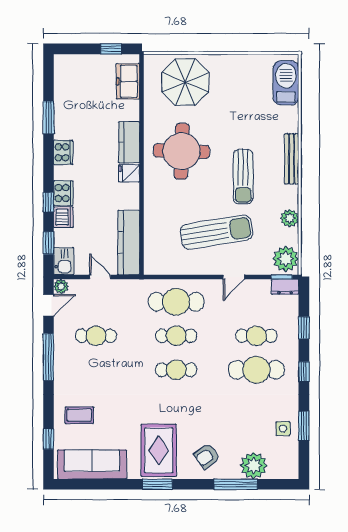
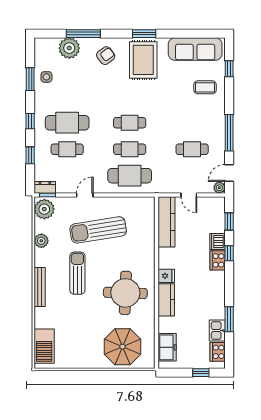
window: (111, 49) -> (201, 373), moved
cooker: (63, 152) -> (218, 352), moved
kitchen sink: (64, 261) -> (217, 331), moved

